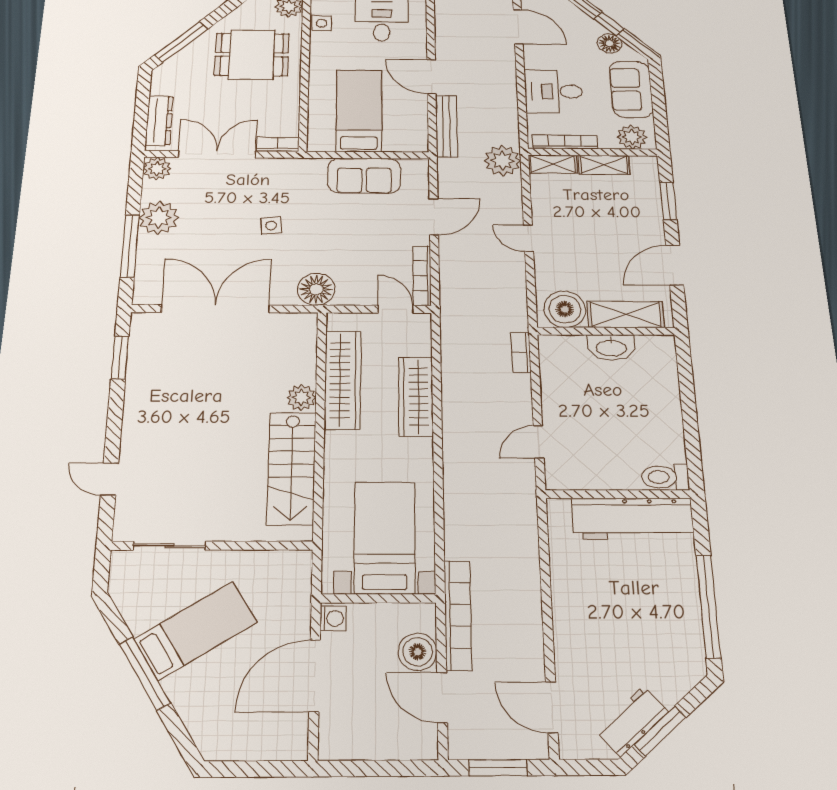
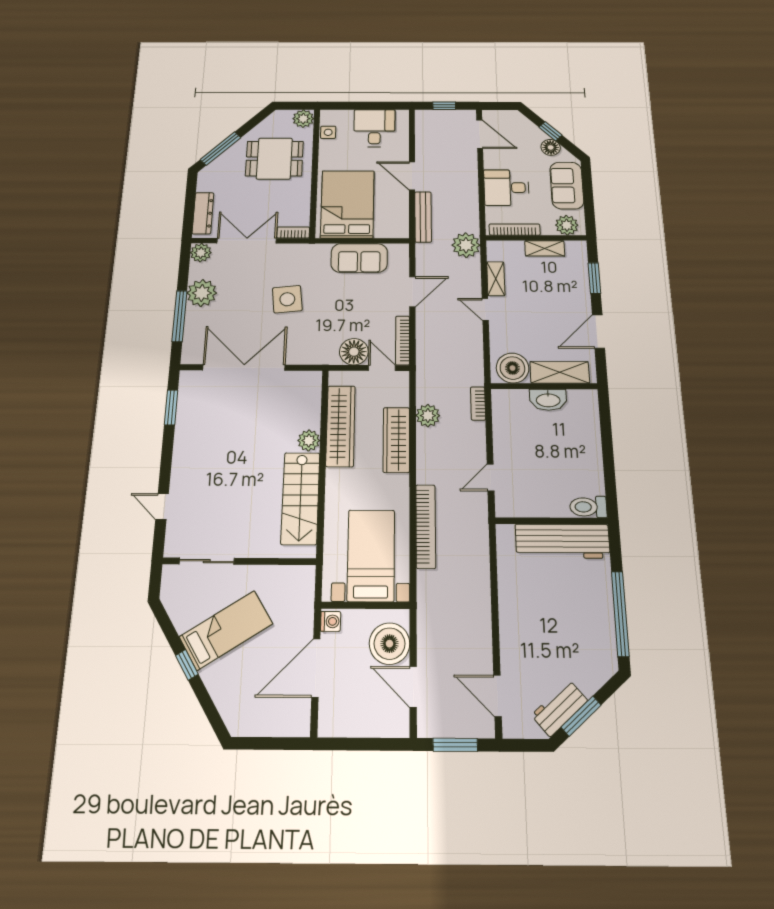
bed: (359, 110) -> (347, 204), width x1.50
shelving: (553, 164) -> (496, 279), moved, turned 90
side table: (271, 226) -> (287, 299), width x1.87, depth x1.87
floor lamp: (316, 289) -> (354, 352), moved
plant: (456, 367) -> (428, 416), added
bookcase: (458, 615) -> (426, 526), moved
boiler: (418, 652) -> (390, 644), width x1.37, depth x1.37
window: (145, 673) -> (187, 665), width x0.46

